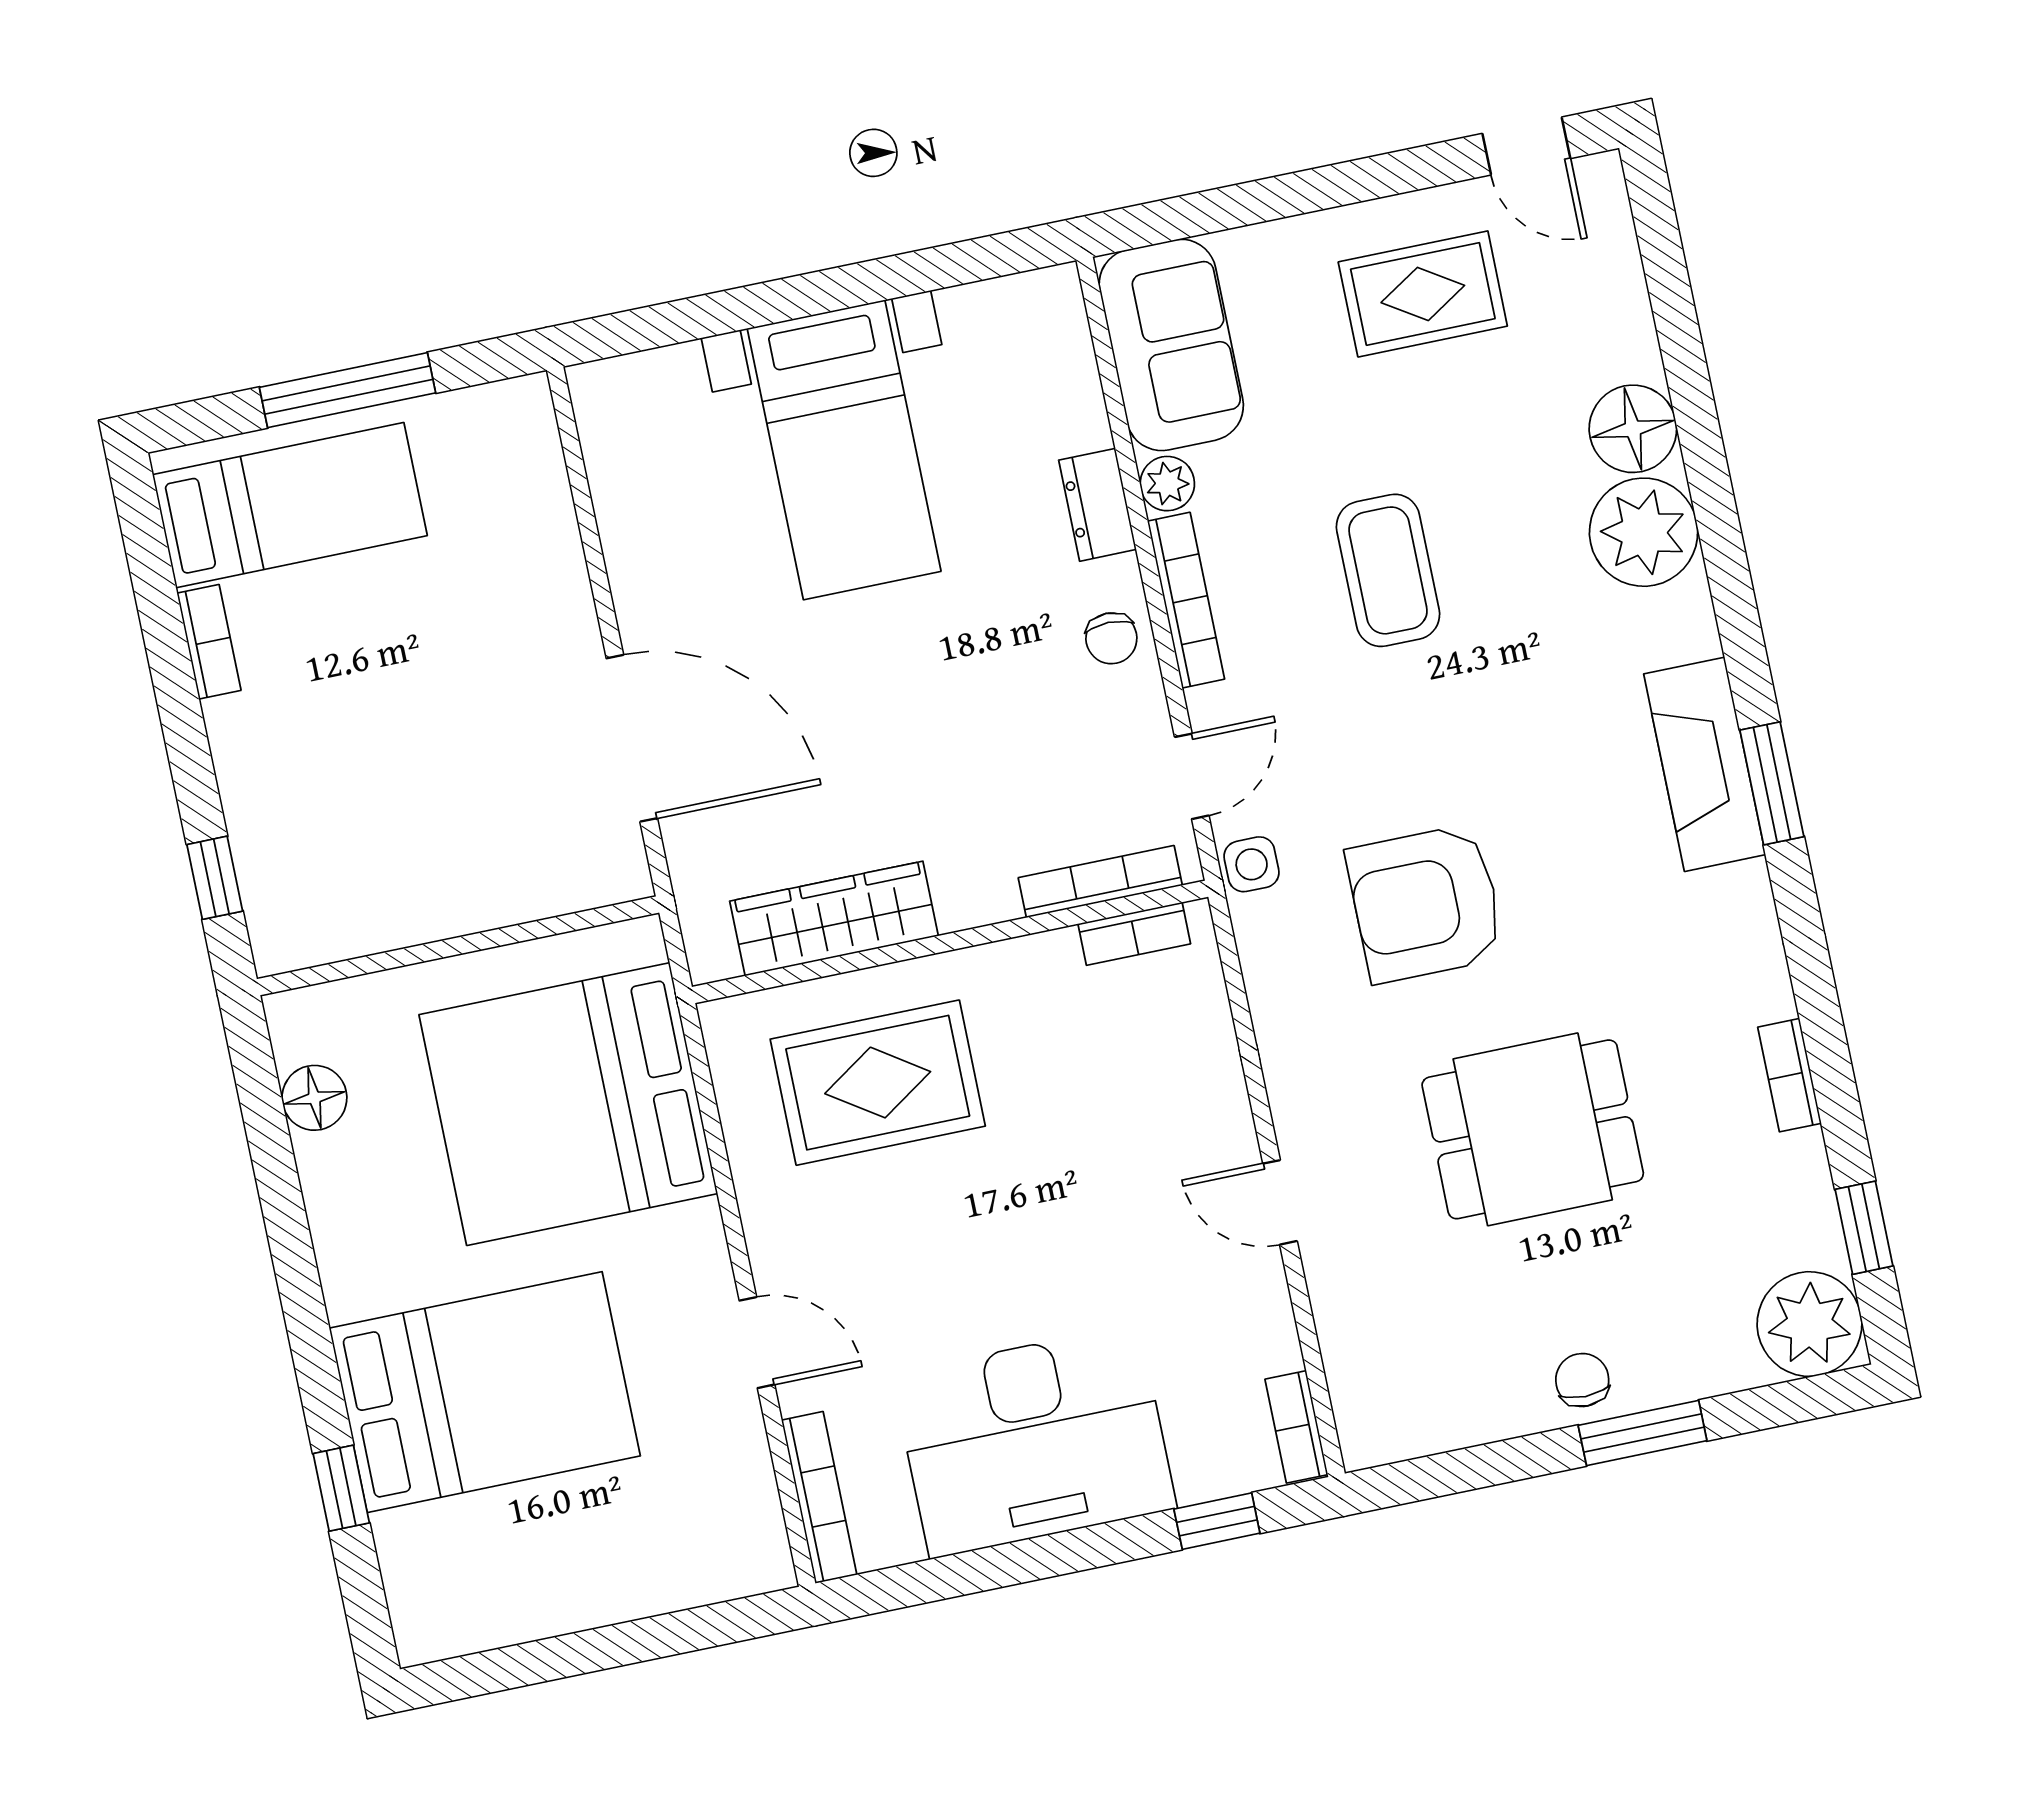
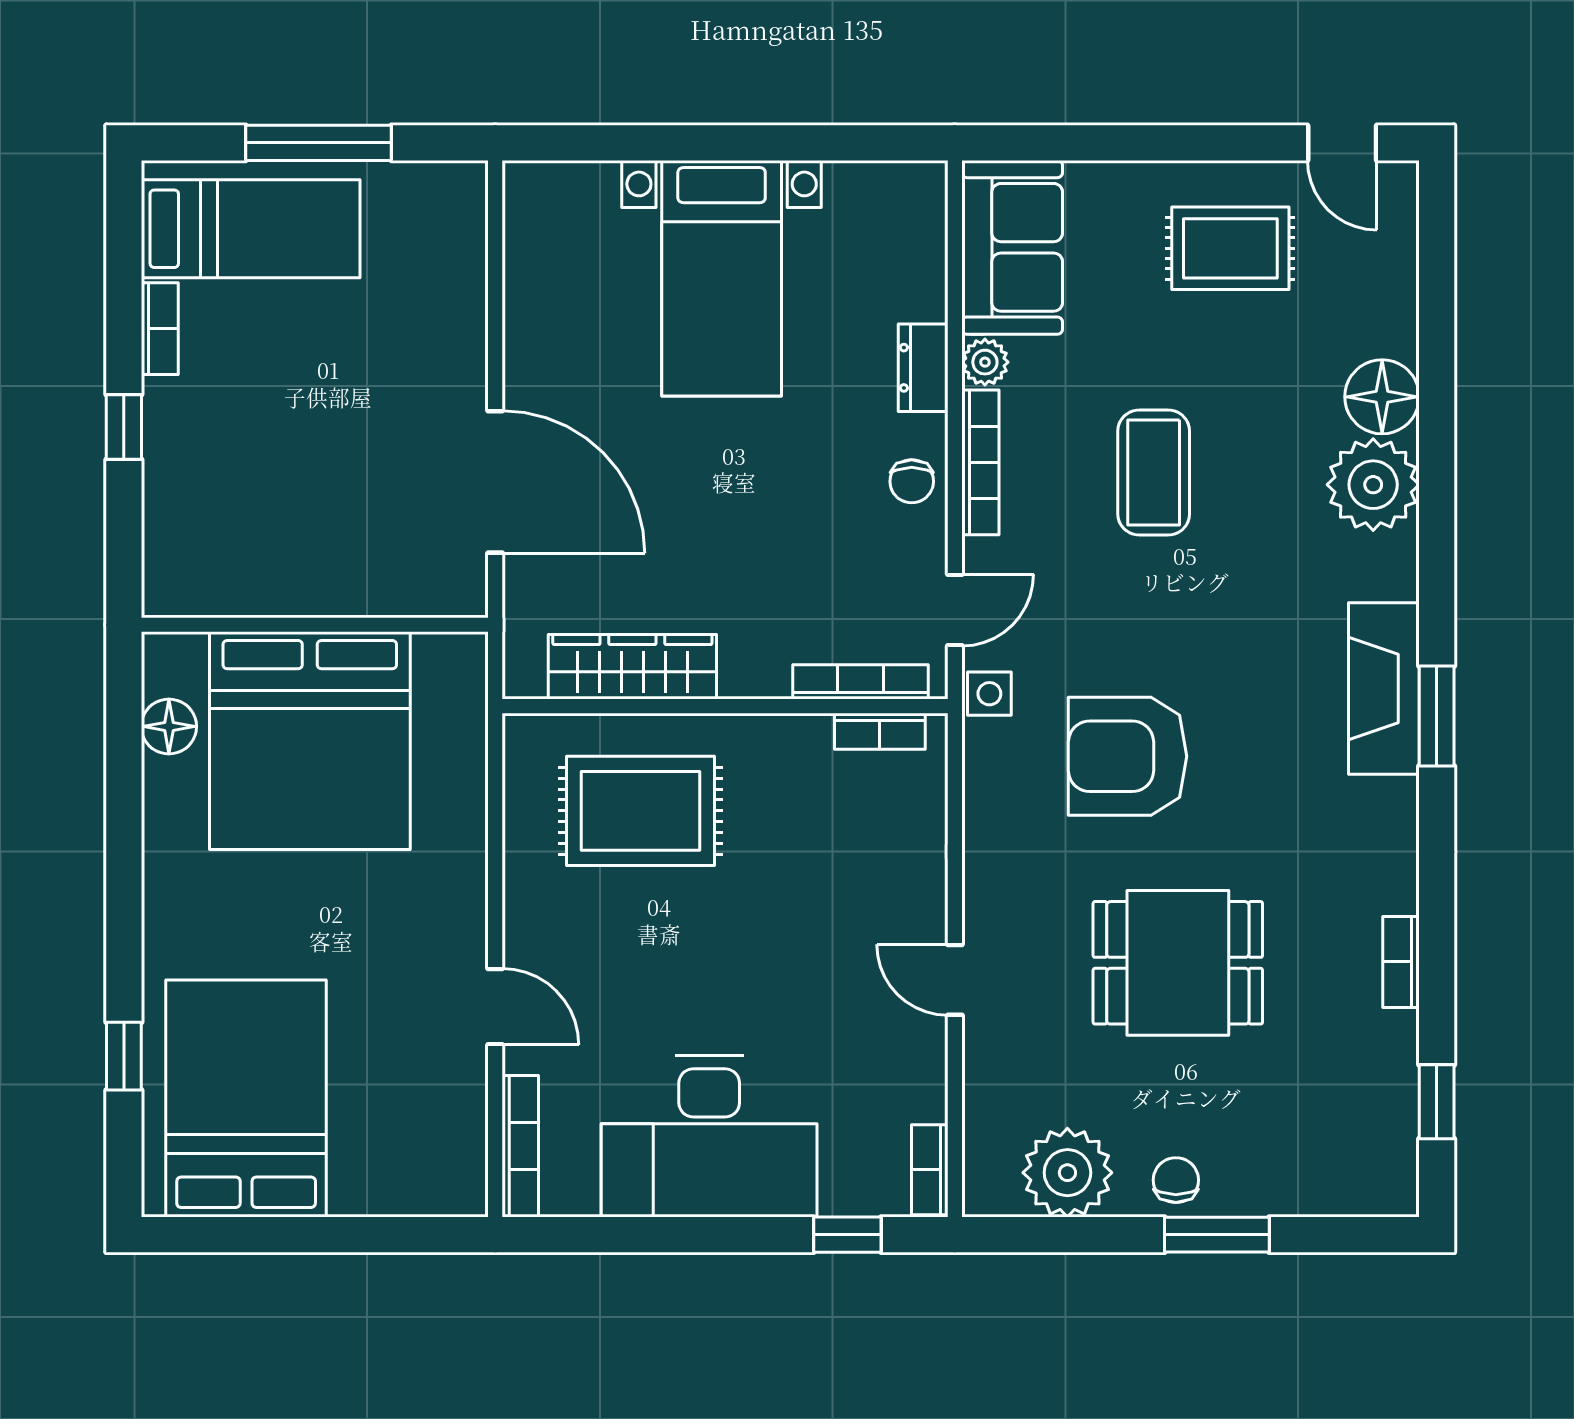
window: (215, 878) -> (124, 427), moved
bed: (568, 1104) -> (310, 741), moved, turned -90
plant: (1809, 1324) -> (1067, 1173), moved
bed: (485, 1392) -> (246, 1099), moved, turned -90

